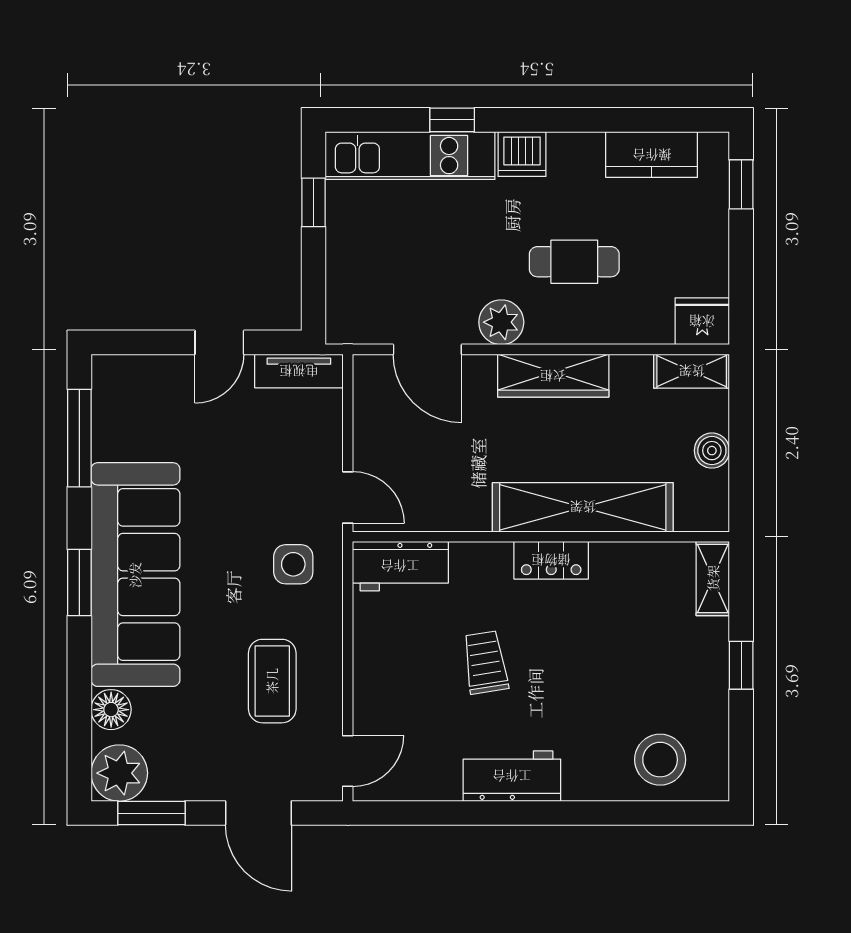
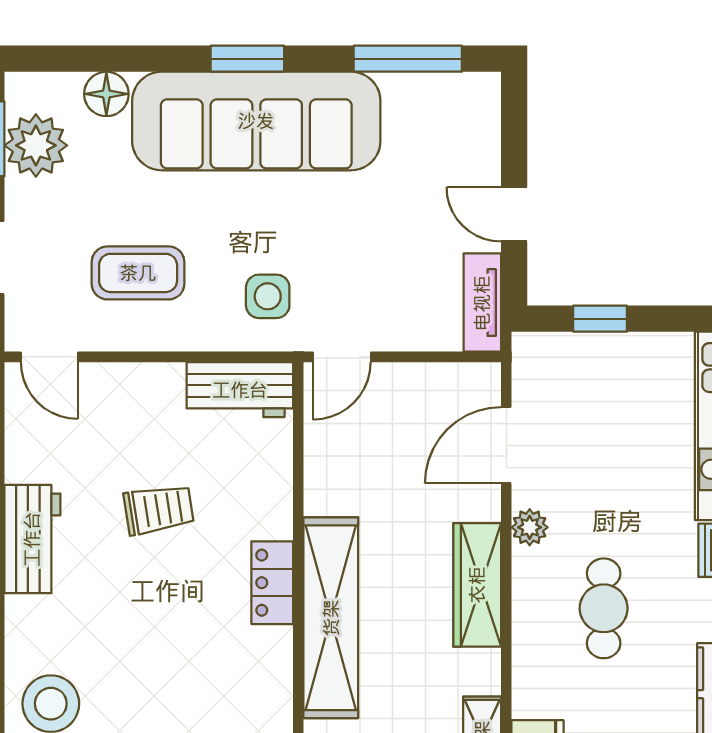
window: (313, 202) -> (600, 319), moved
plant: (501, 322) -> (530, 527), width x0.73, depth x0.73
workbench: (400, 566) -> (240, 390), moved, turned -90
plant: (119, 773) -> (36, 145), moved

